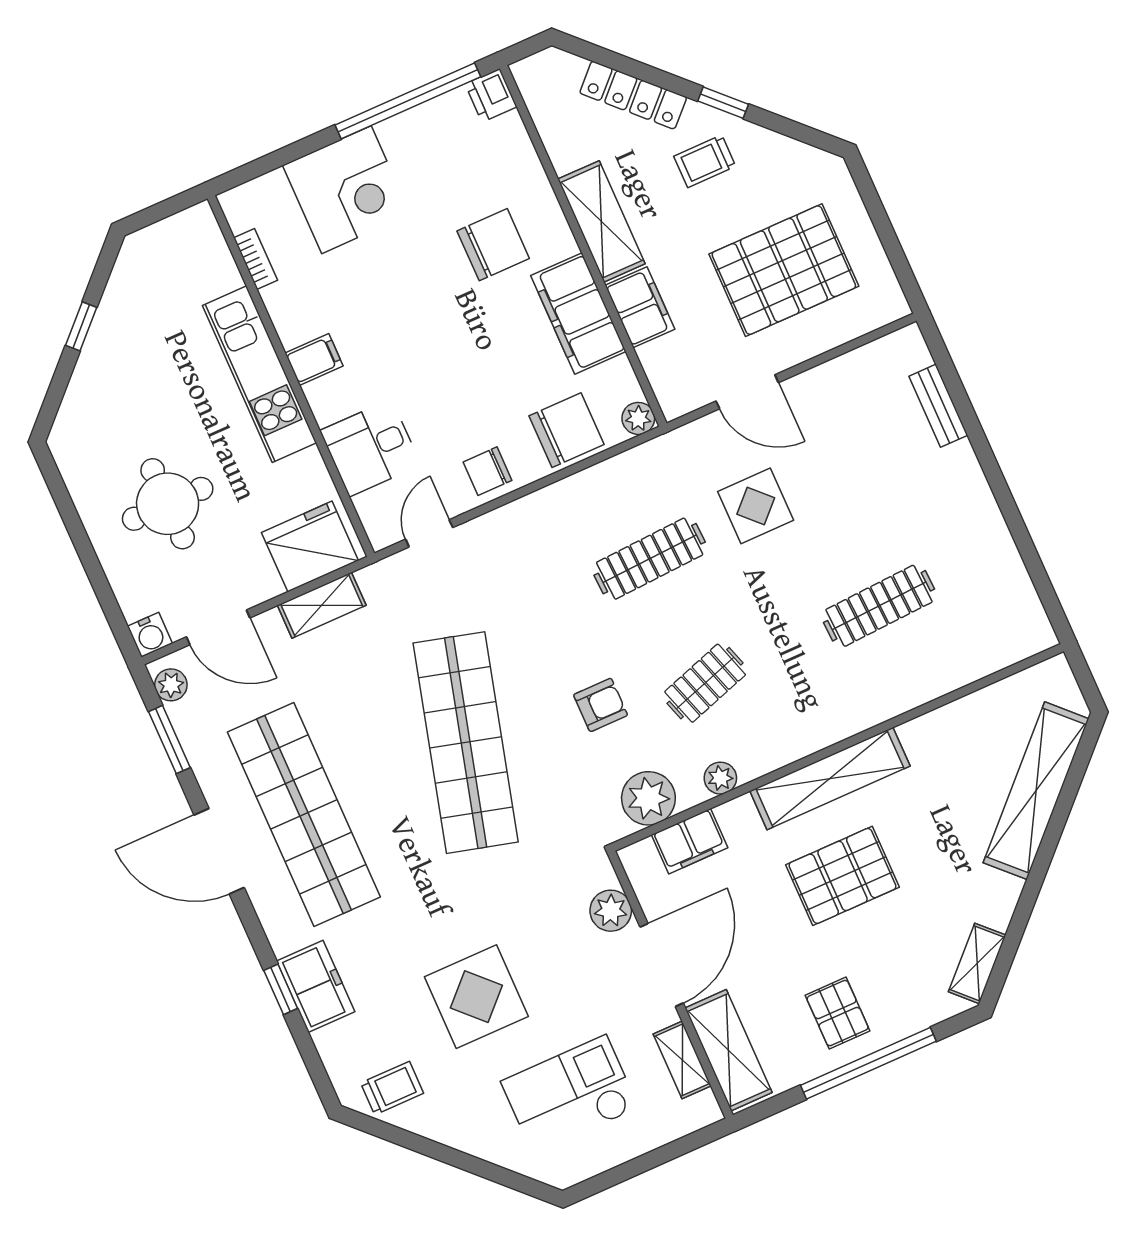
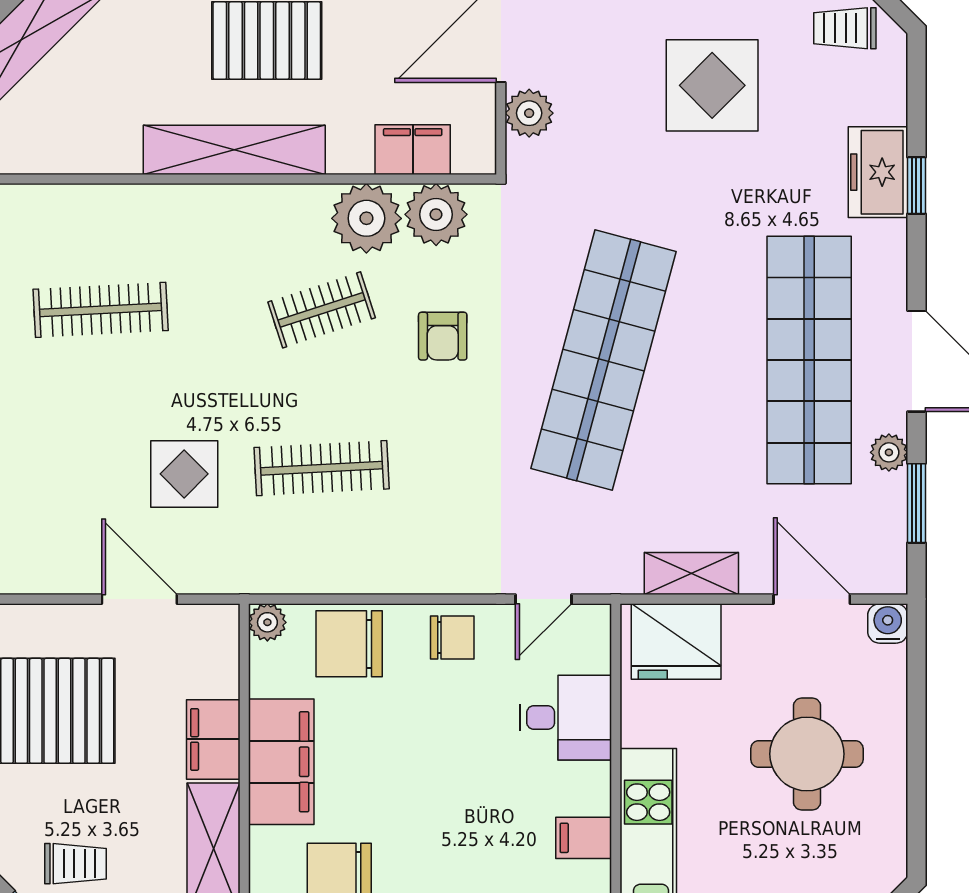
plant: (171, 685) -> (889, 452), moved
armchair: (601, 705) -> (443, 336), turned -90
plant: (720, 778) -> (366, 218), width x1.88, depth x1.88

